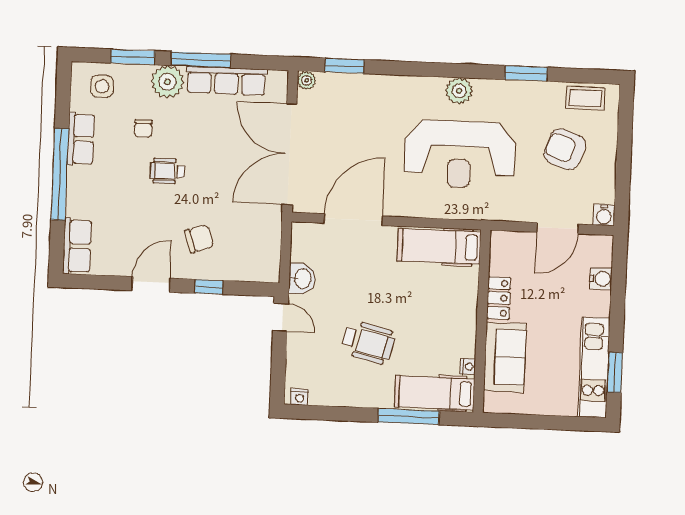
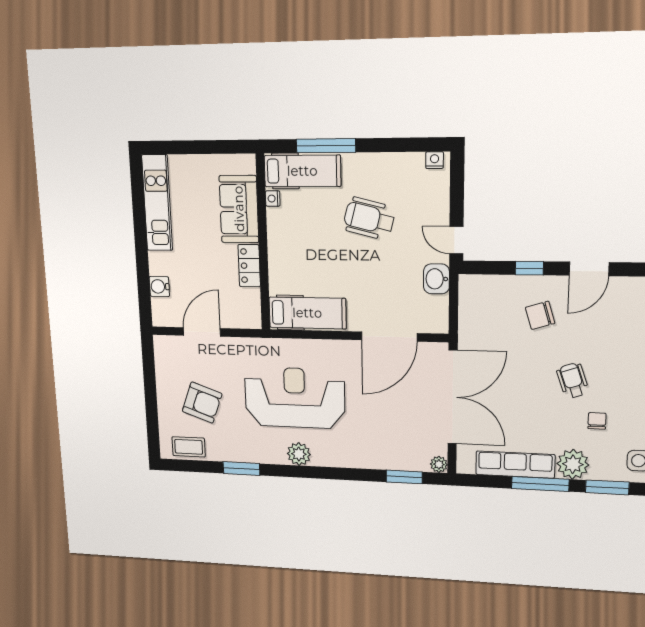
wheelchair: (167, 171) -> (573, 381), turned -109
water cooler: (604, 215) -> (162, 344), removed
window: (615, 372) -> (138, 199), removed

